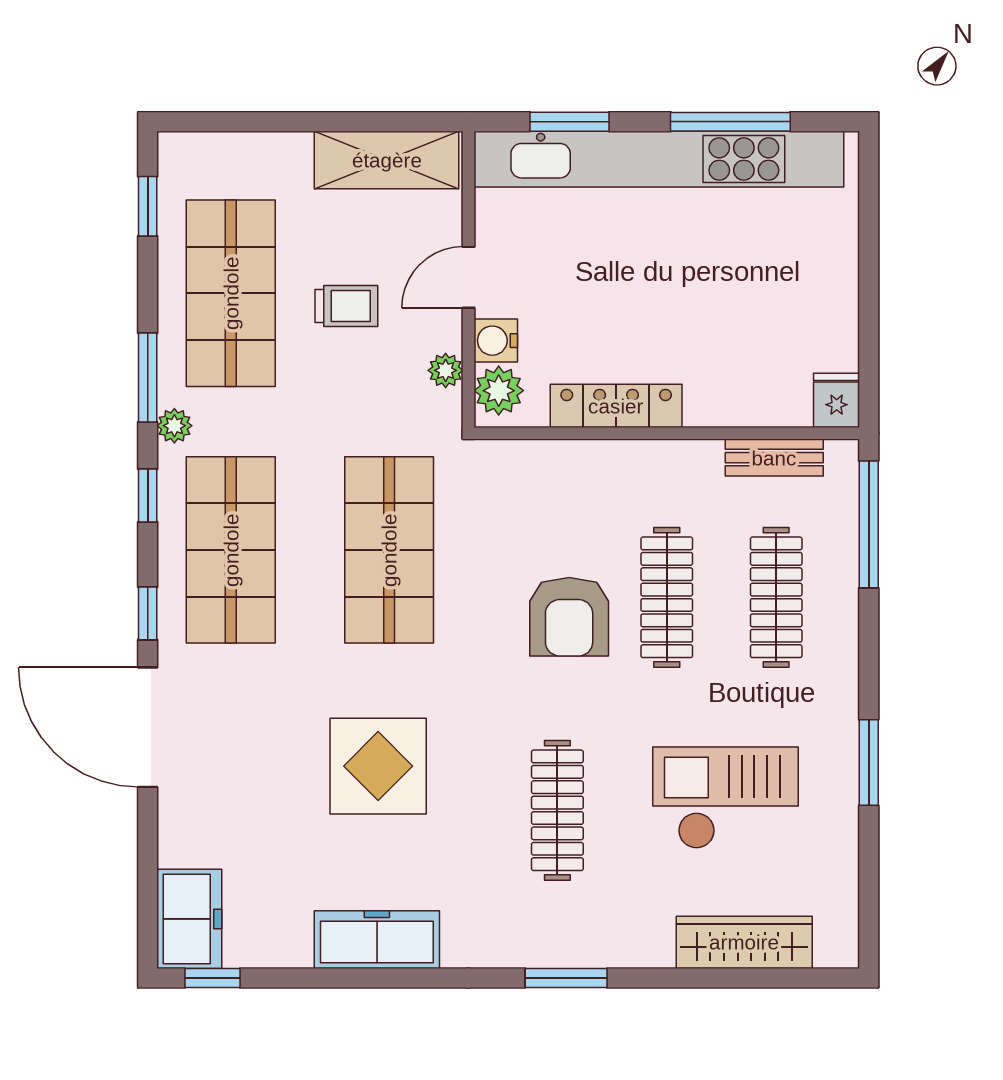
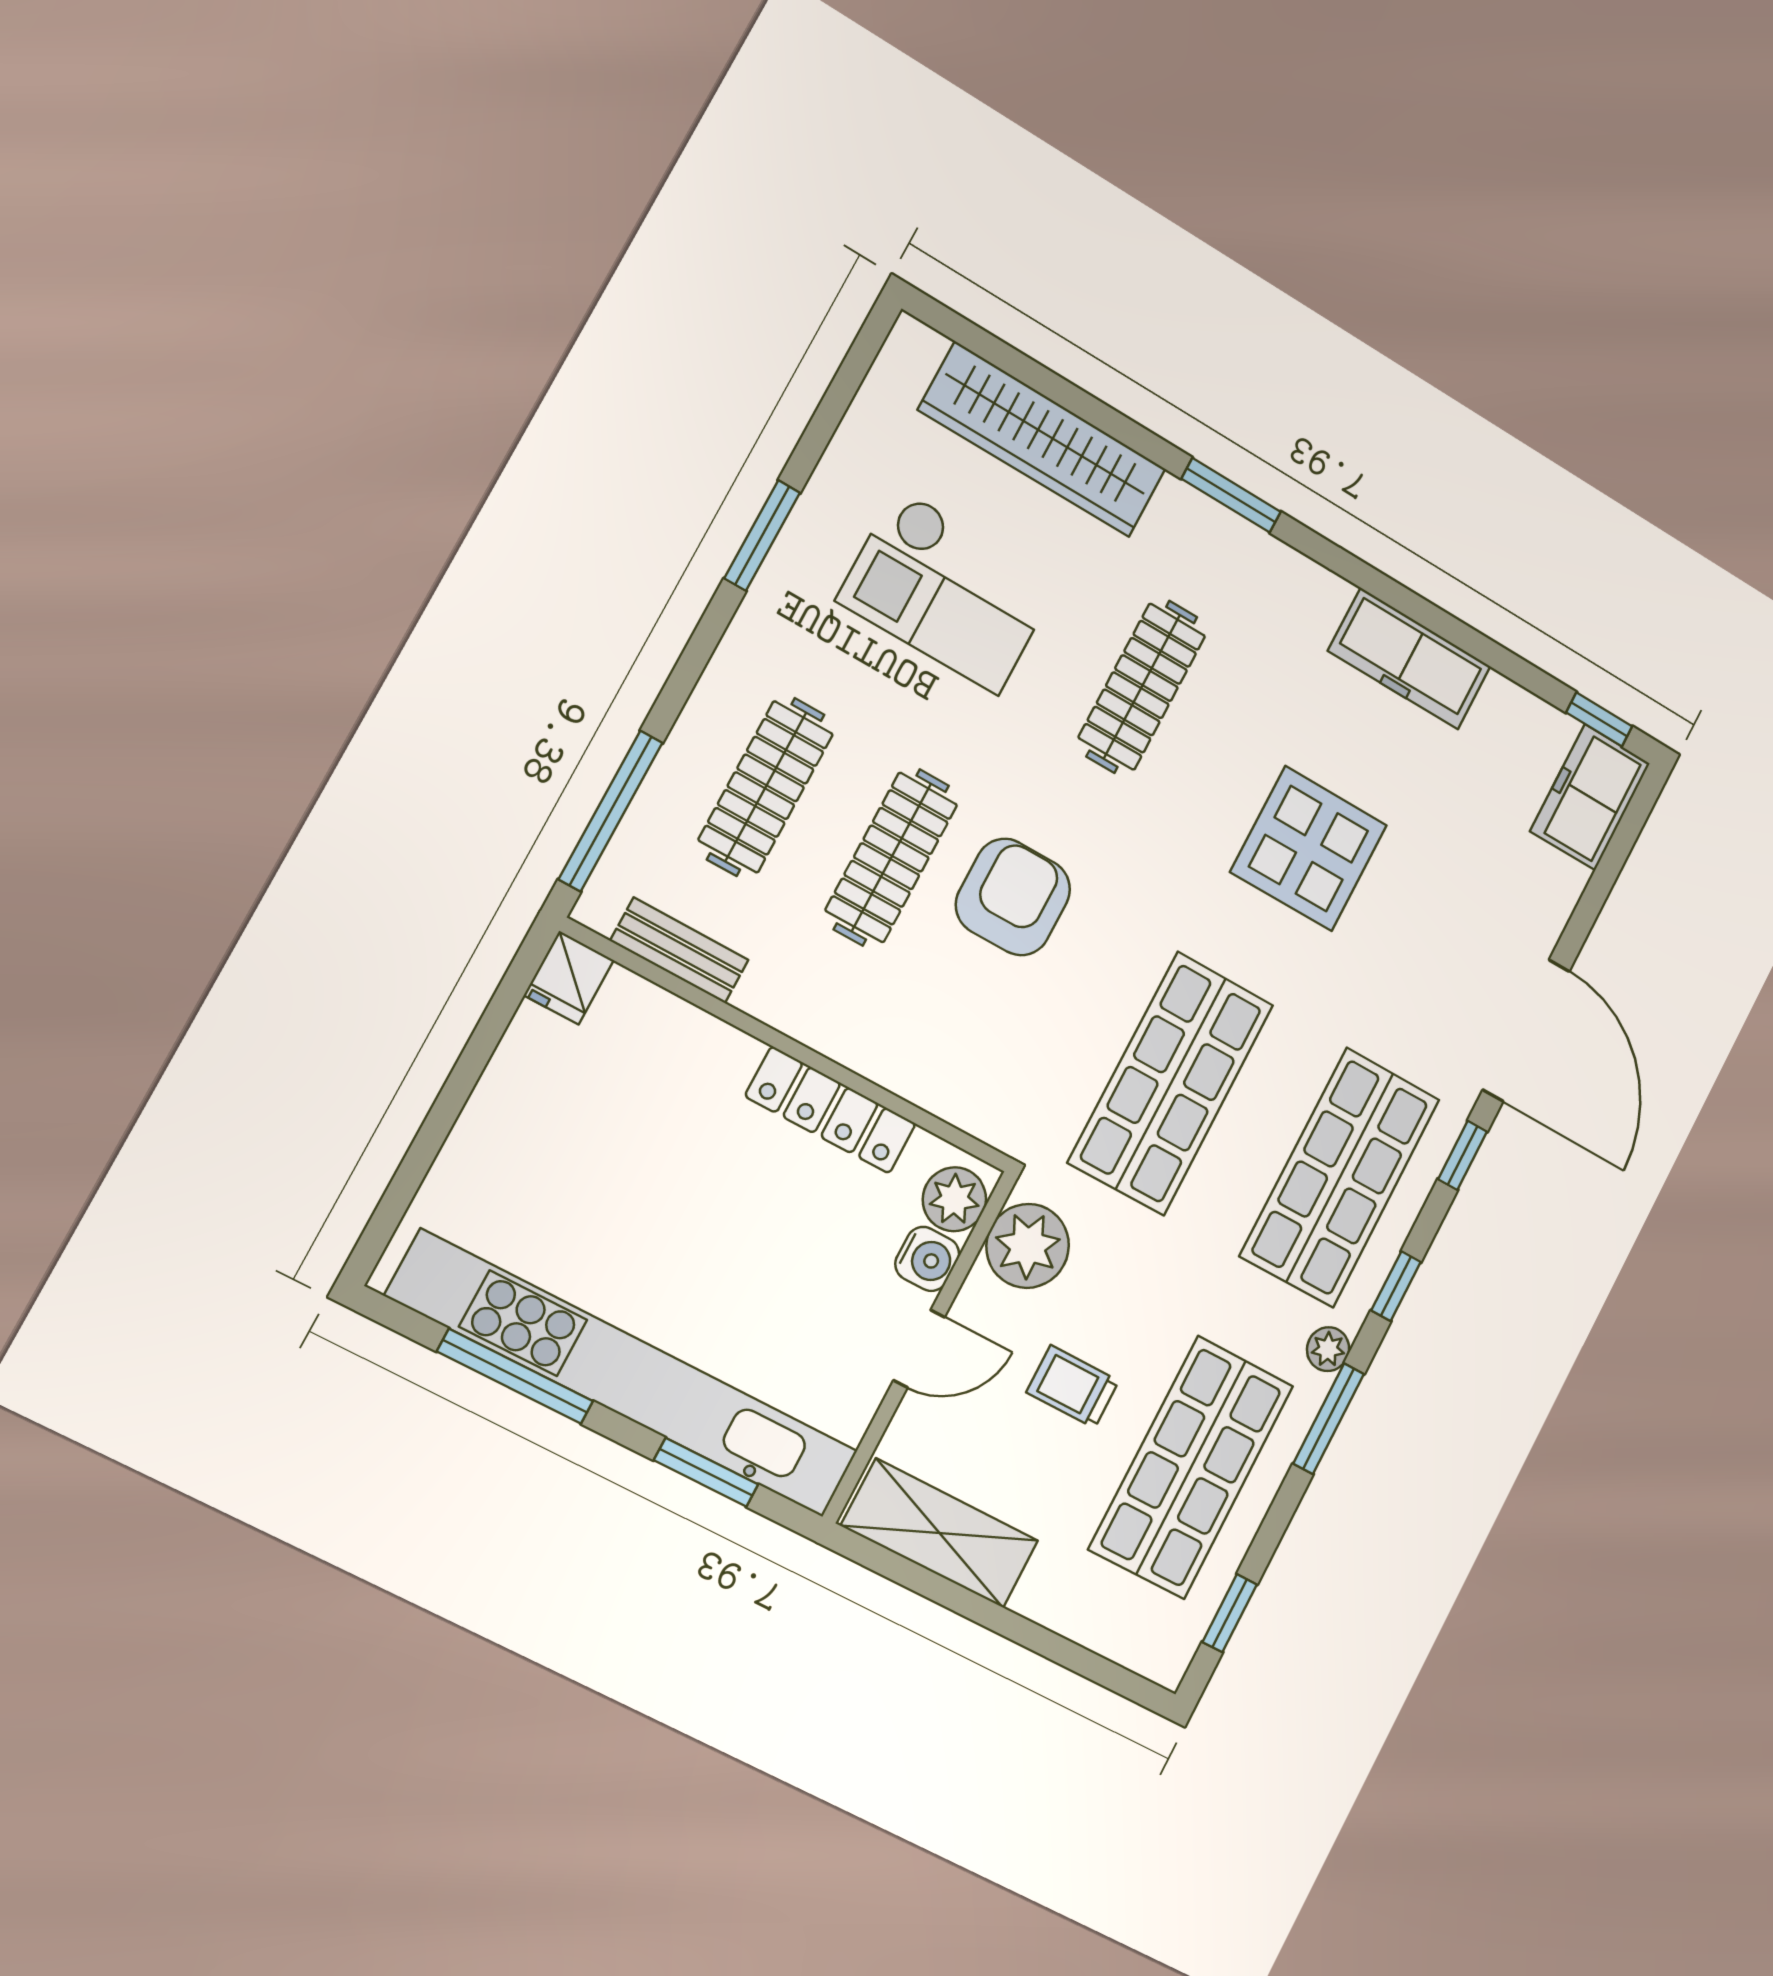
plant: (446, 370) -> (1028, 1246), width x1.88, depth x1.88
wardrobe: (744, 942) -> (1042, 440), width x1.40, depth x1.17

